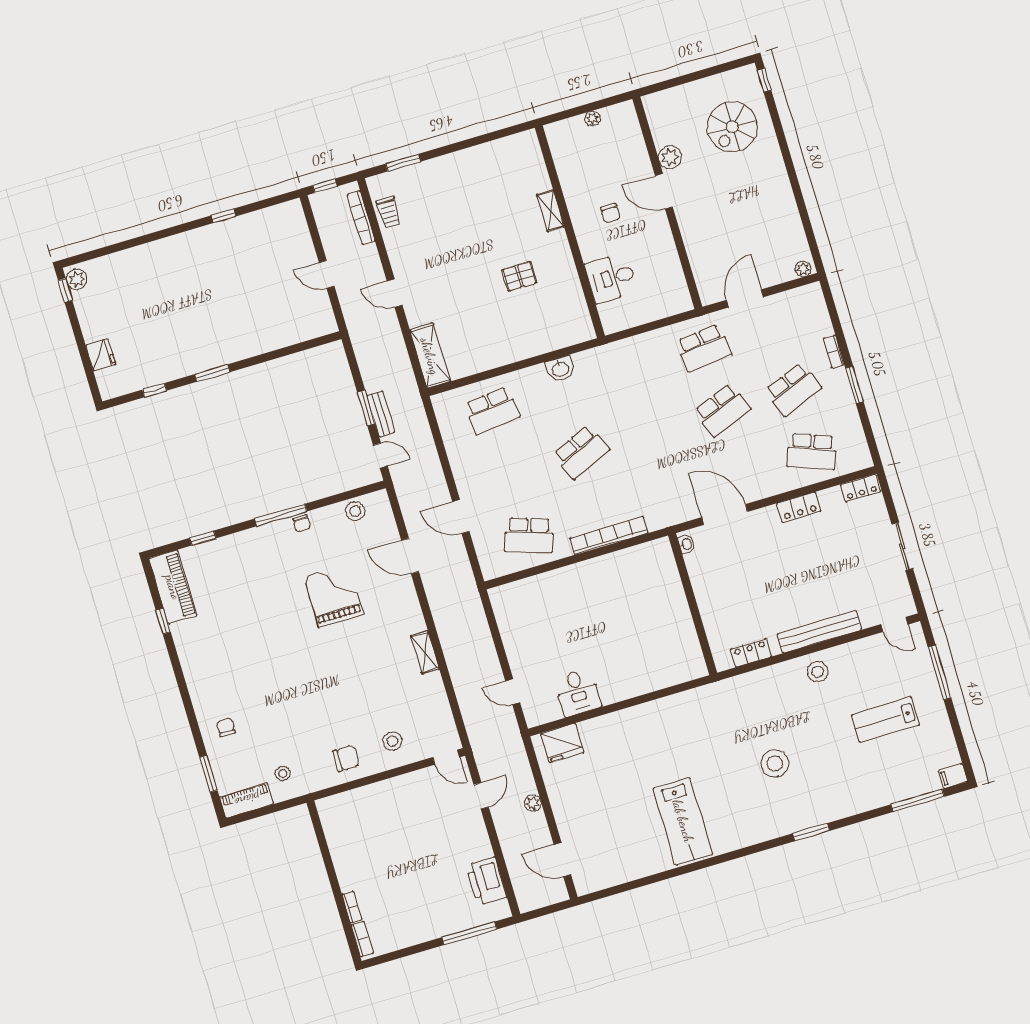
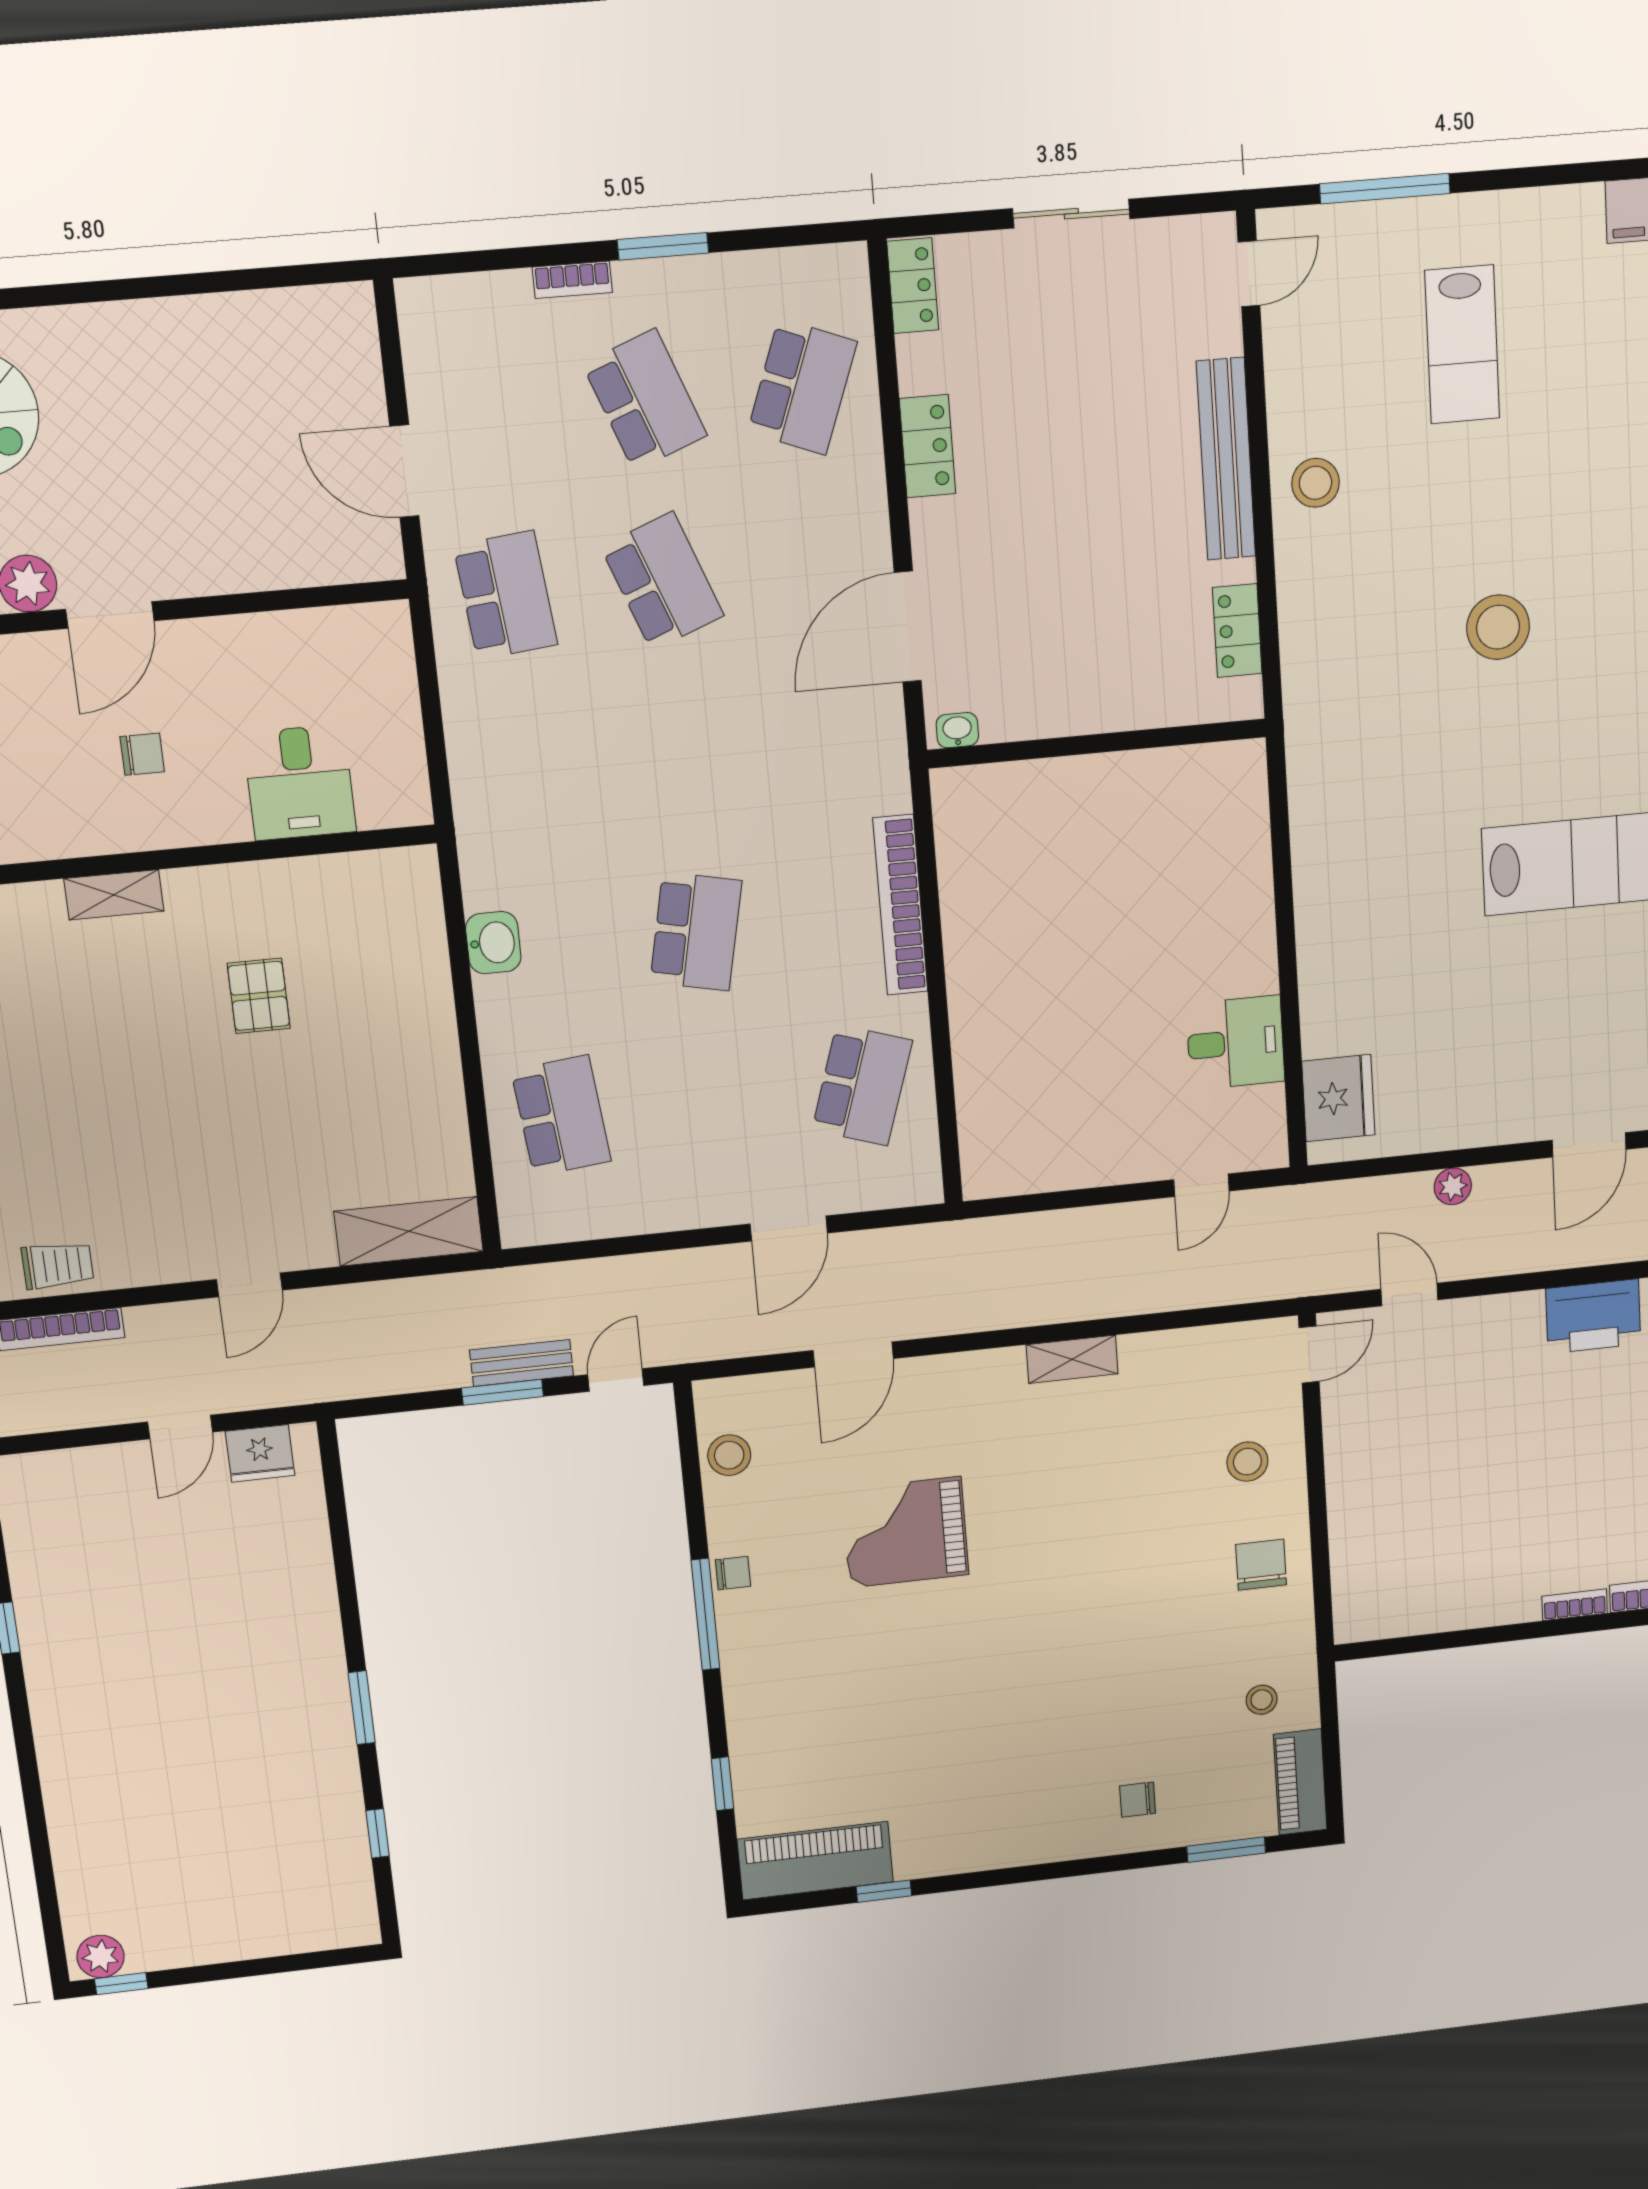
plant: (803, 269) -> (357, 313), removed
fridge: (101, 355) -> (260, 1453), moved, turned 180
school desk: (581, 452) -> (696, 932), turned 36

